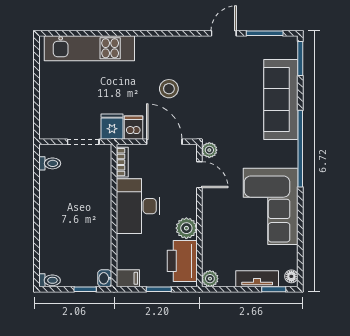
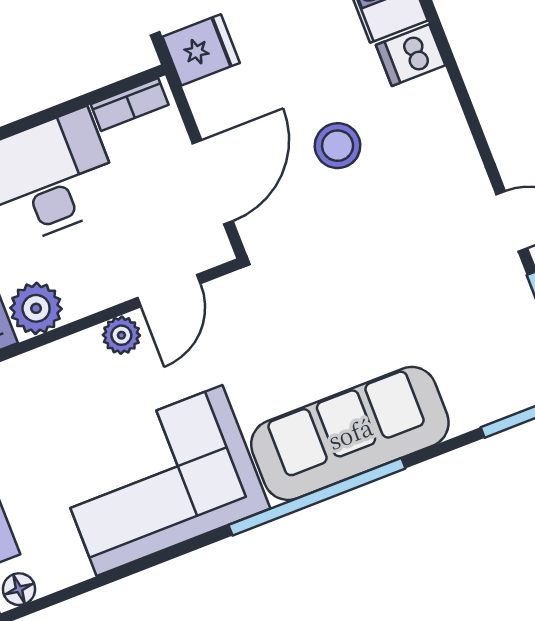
sofa: (281, 100) -> (350, 433), moved
dishwasher: (133, 128) -> (411, 55), moved, turned 180
plant: (209, 150) -> (121, 335), moved

